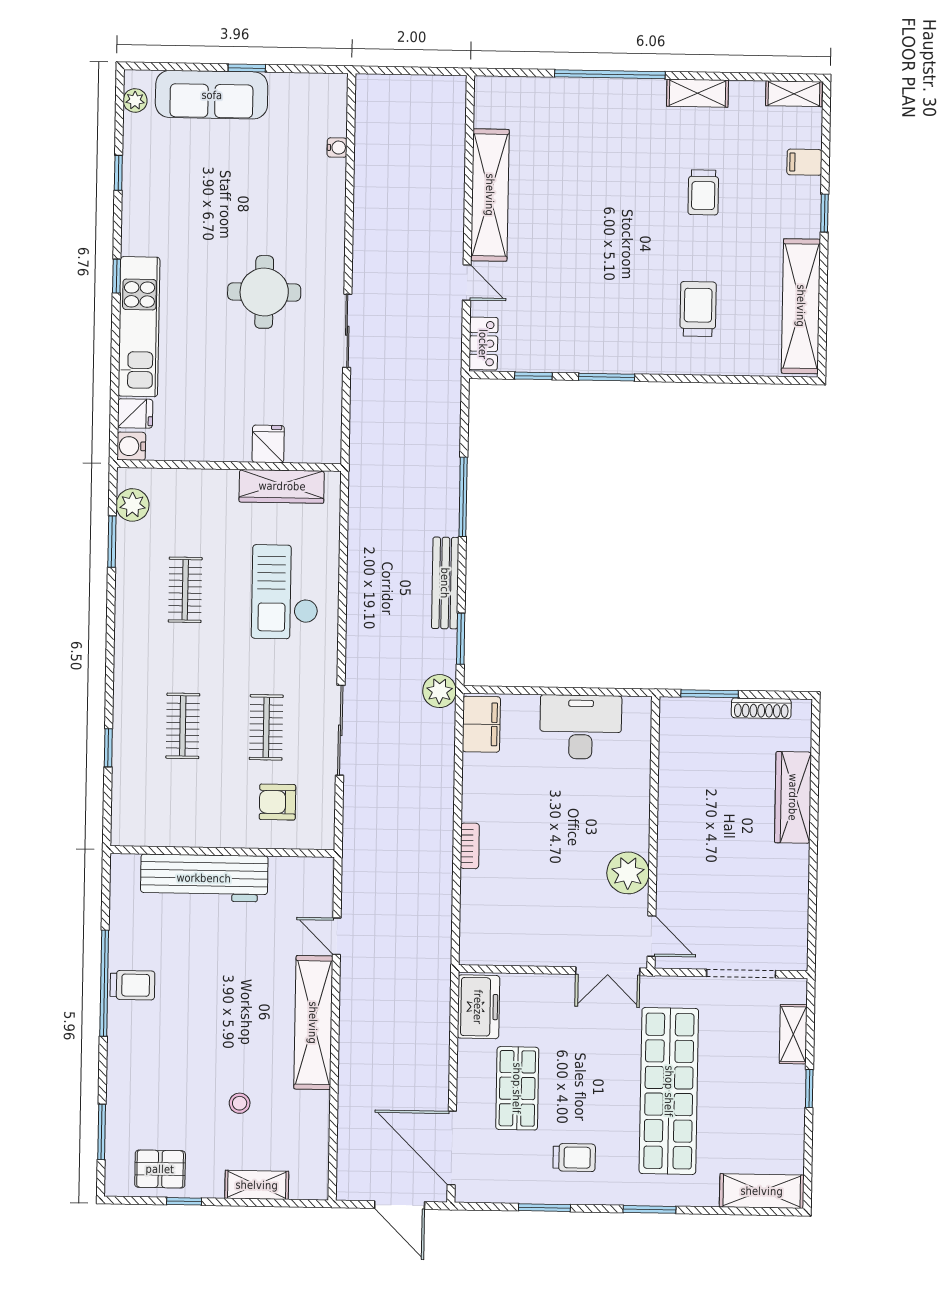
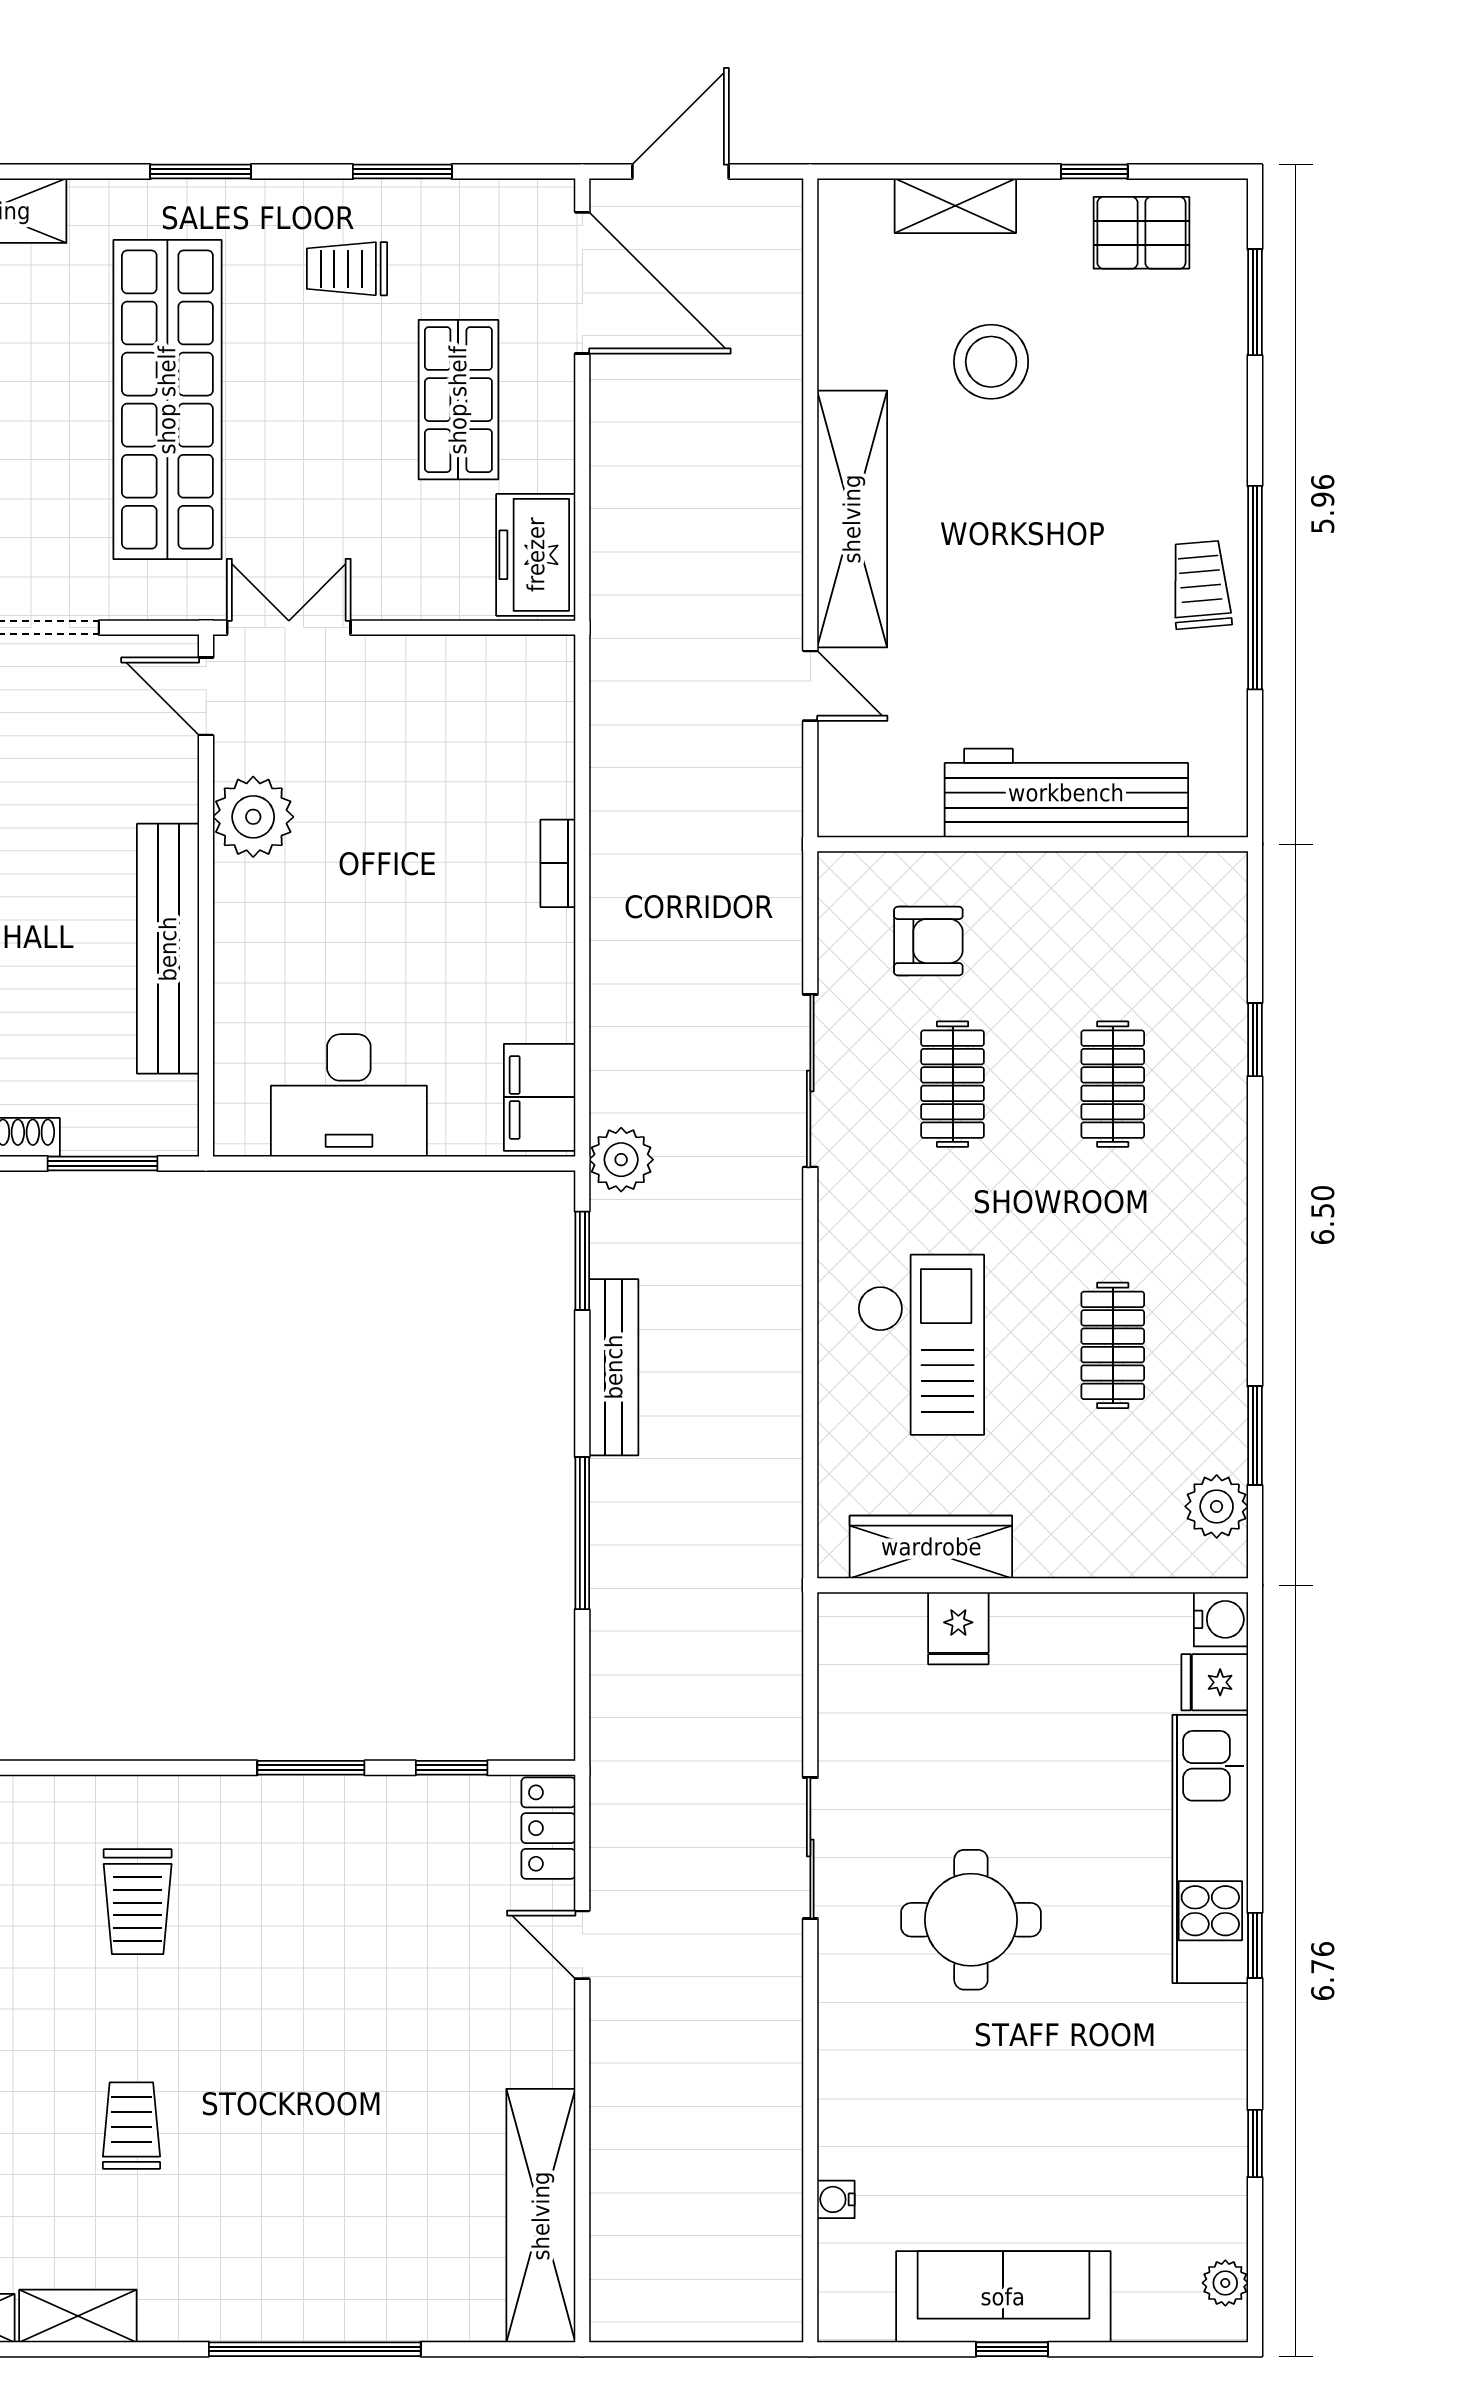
shelving: (697, 93) -> (78, 2316), moved
sofa: (212, 95) -> (1003, 2297), moved
shelving: (490, 195) -> (541, 2216), moved
bench: (674, 805) -> (168, 949), added
trolley: (132, 985) -> (1201, 585), turned 85
stool: (240, 1103) -> (991, 362), width x1.89, depth x1.89
door: (400, 1205) -> (680, 172), hinge flipped

